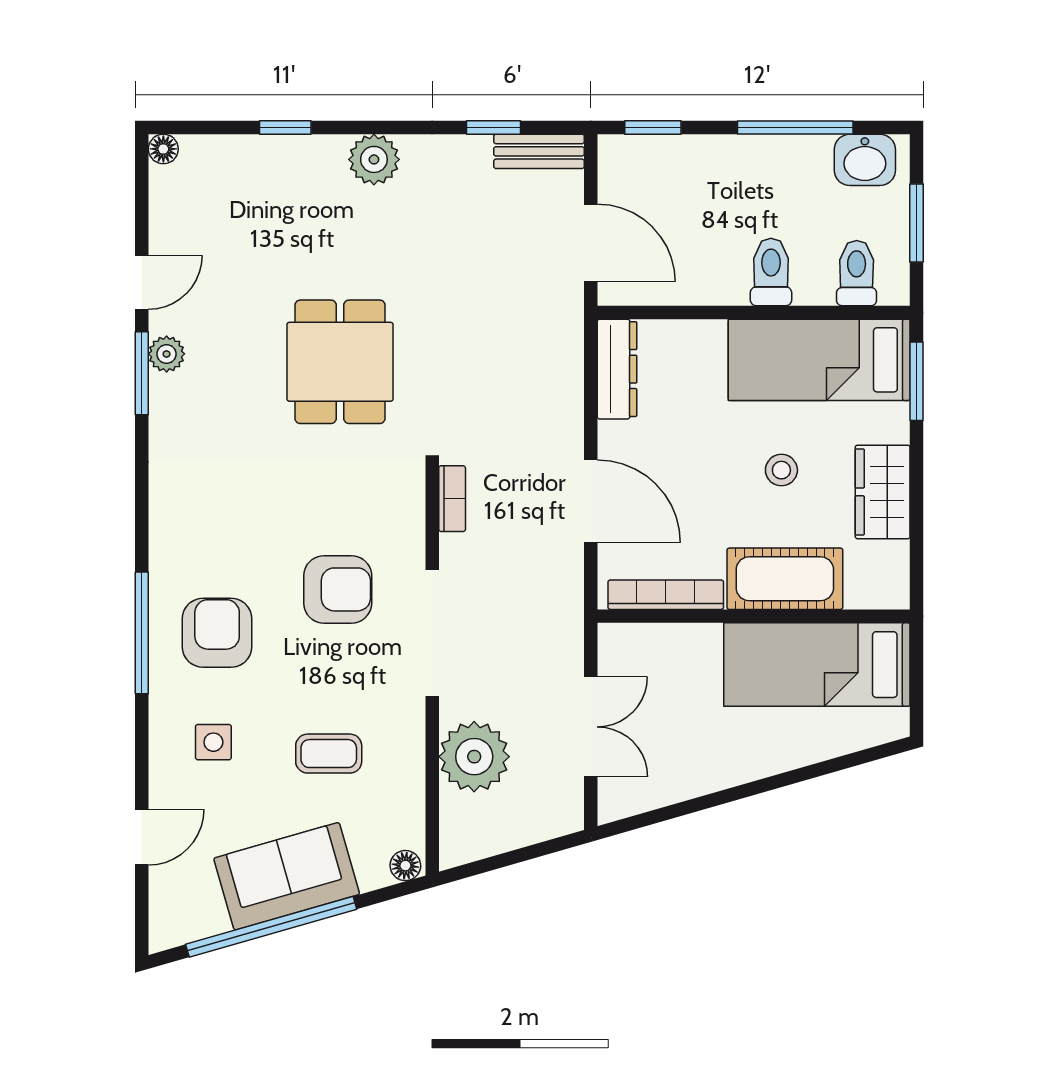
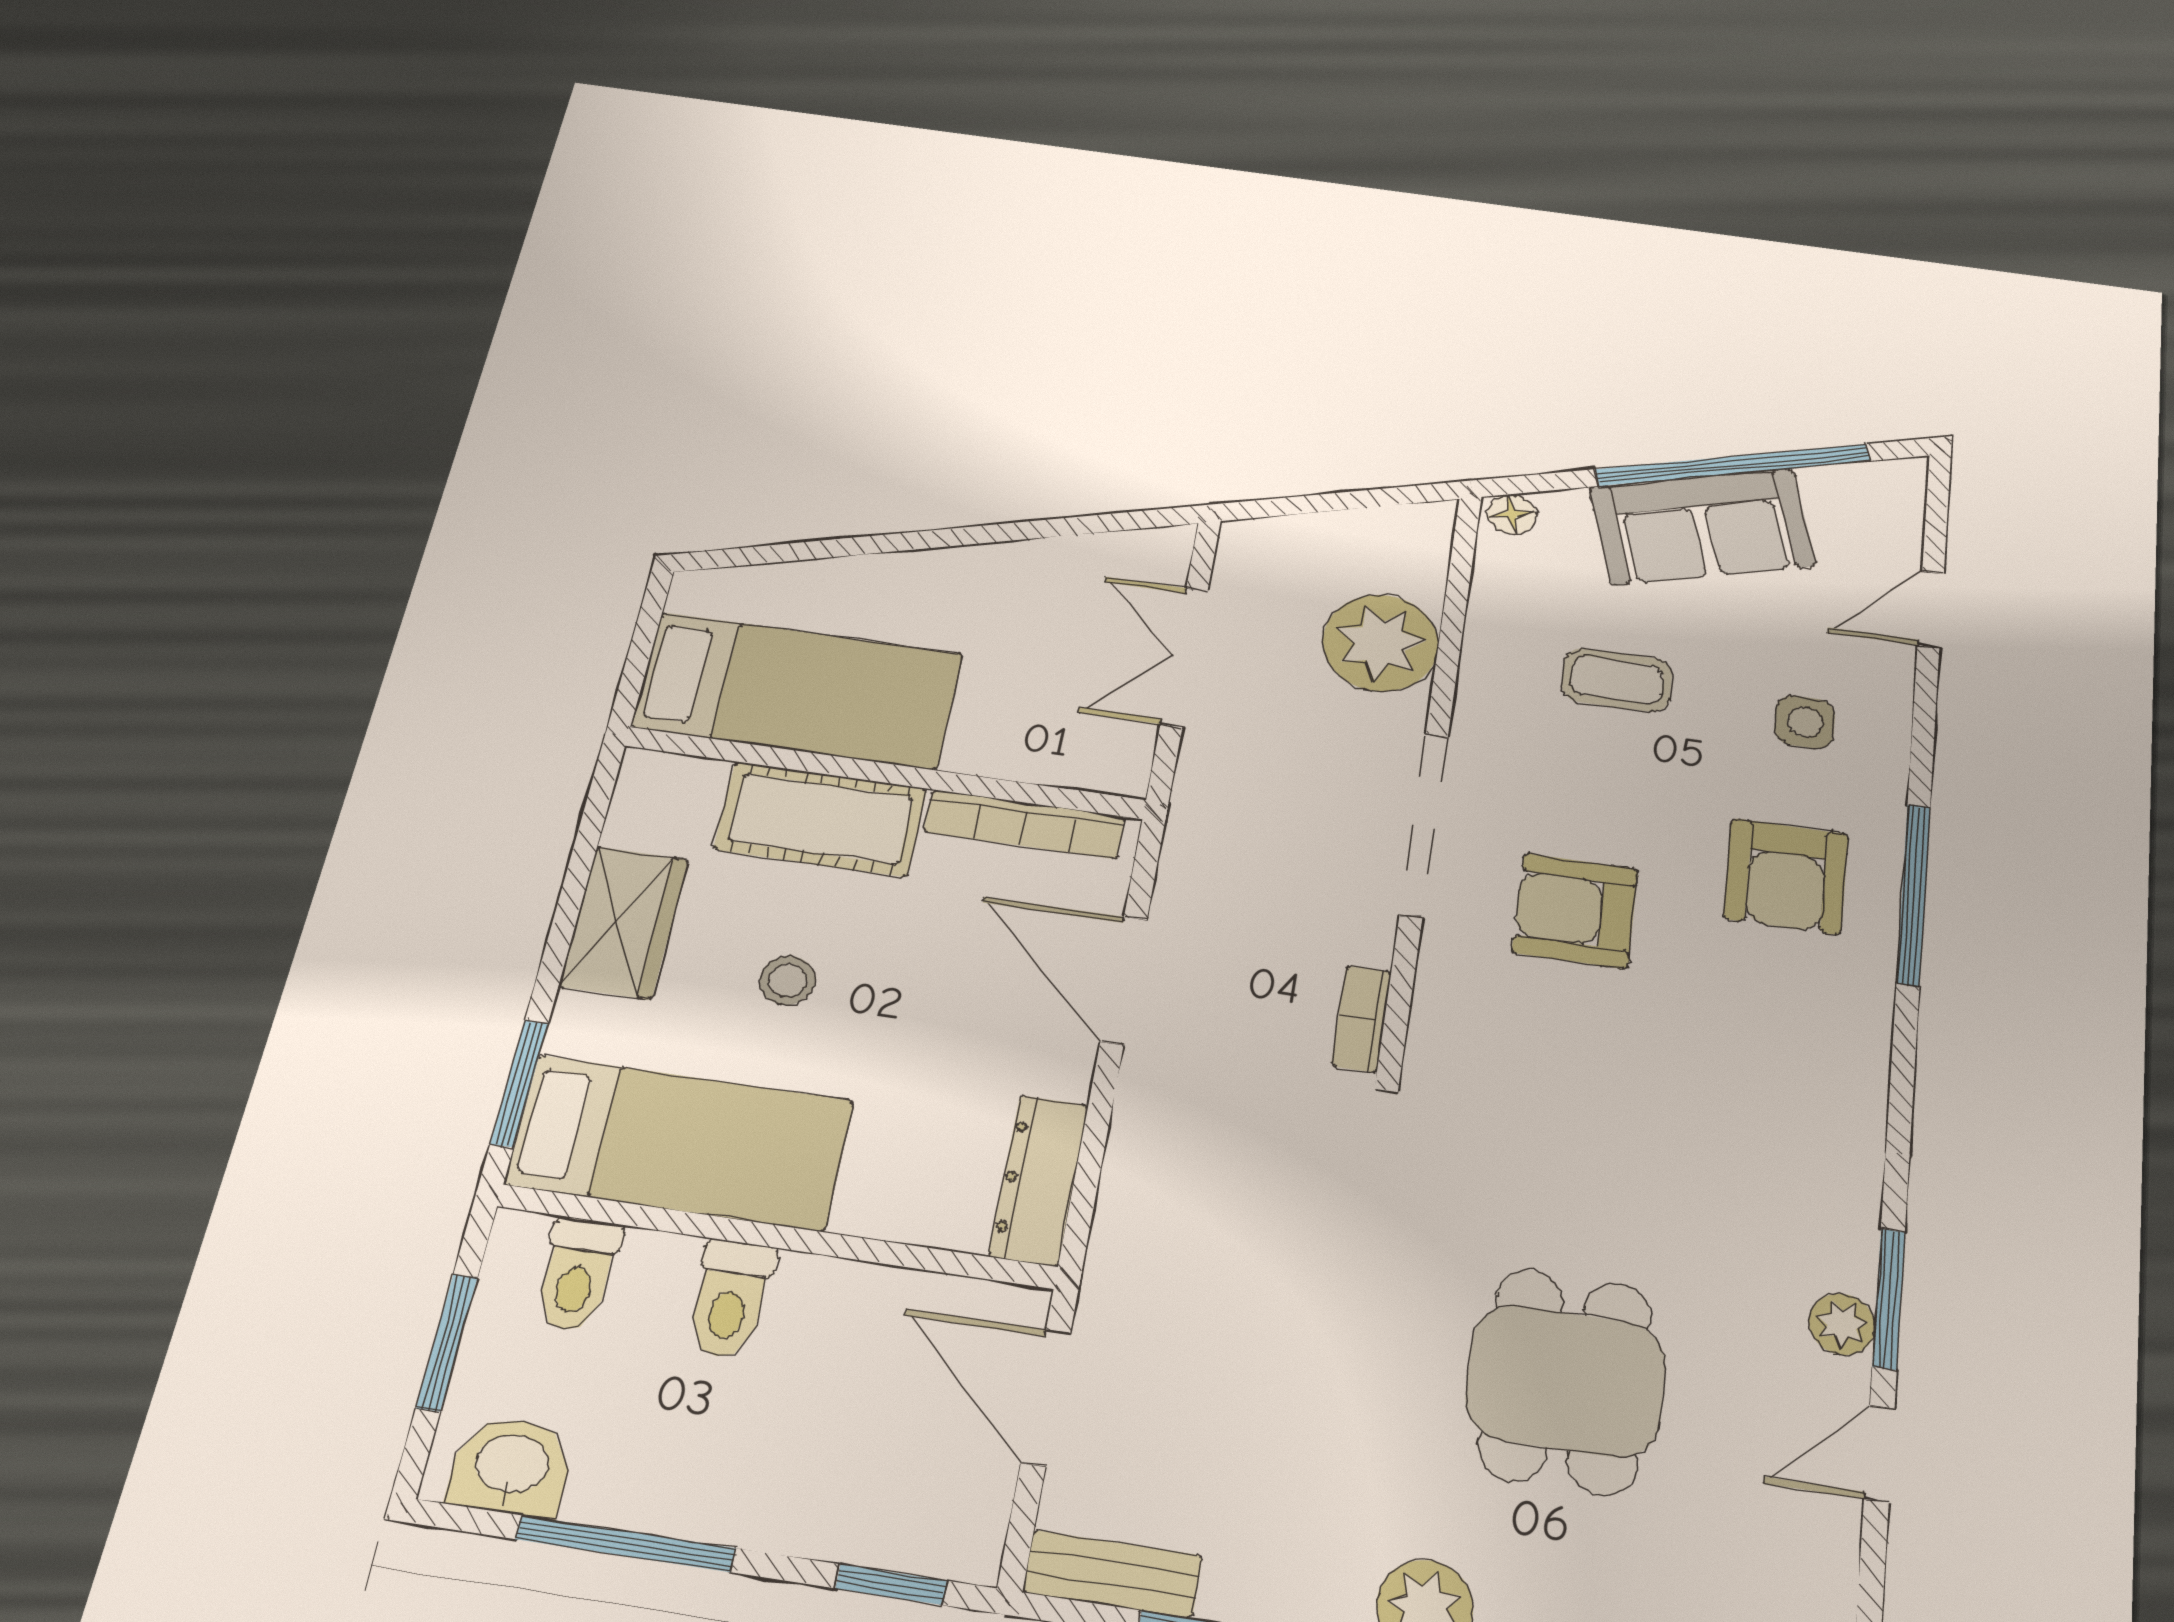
dining table: (340, 362) -> (1566, 1381), moved

